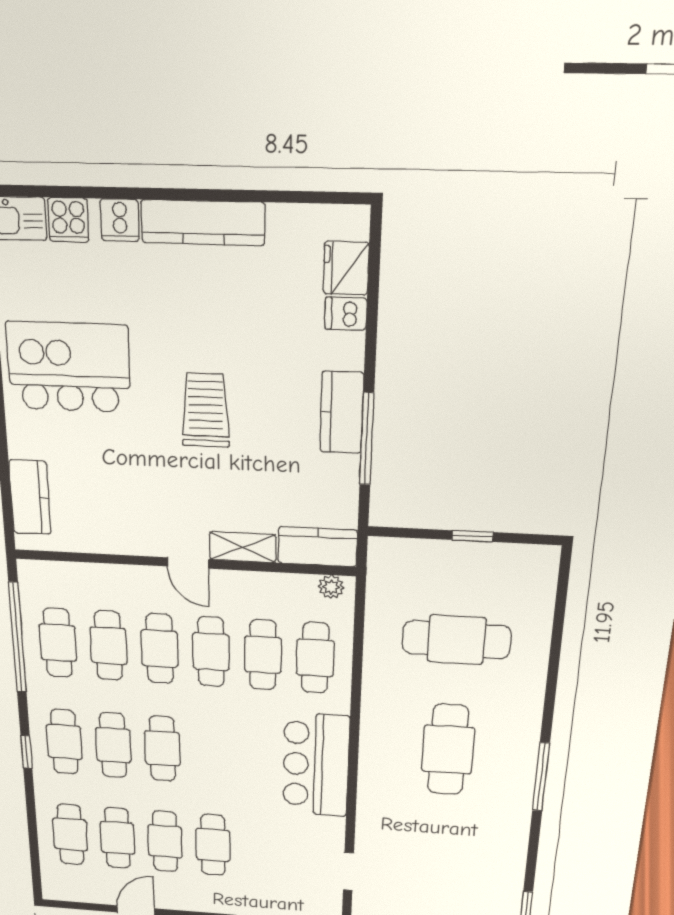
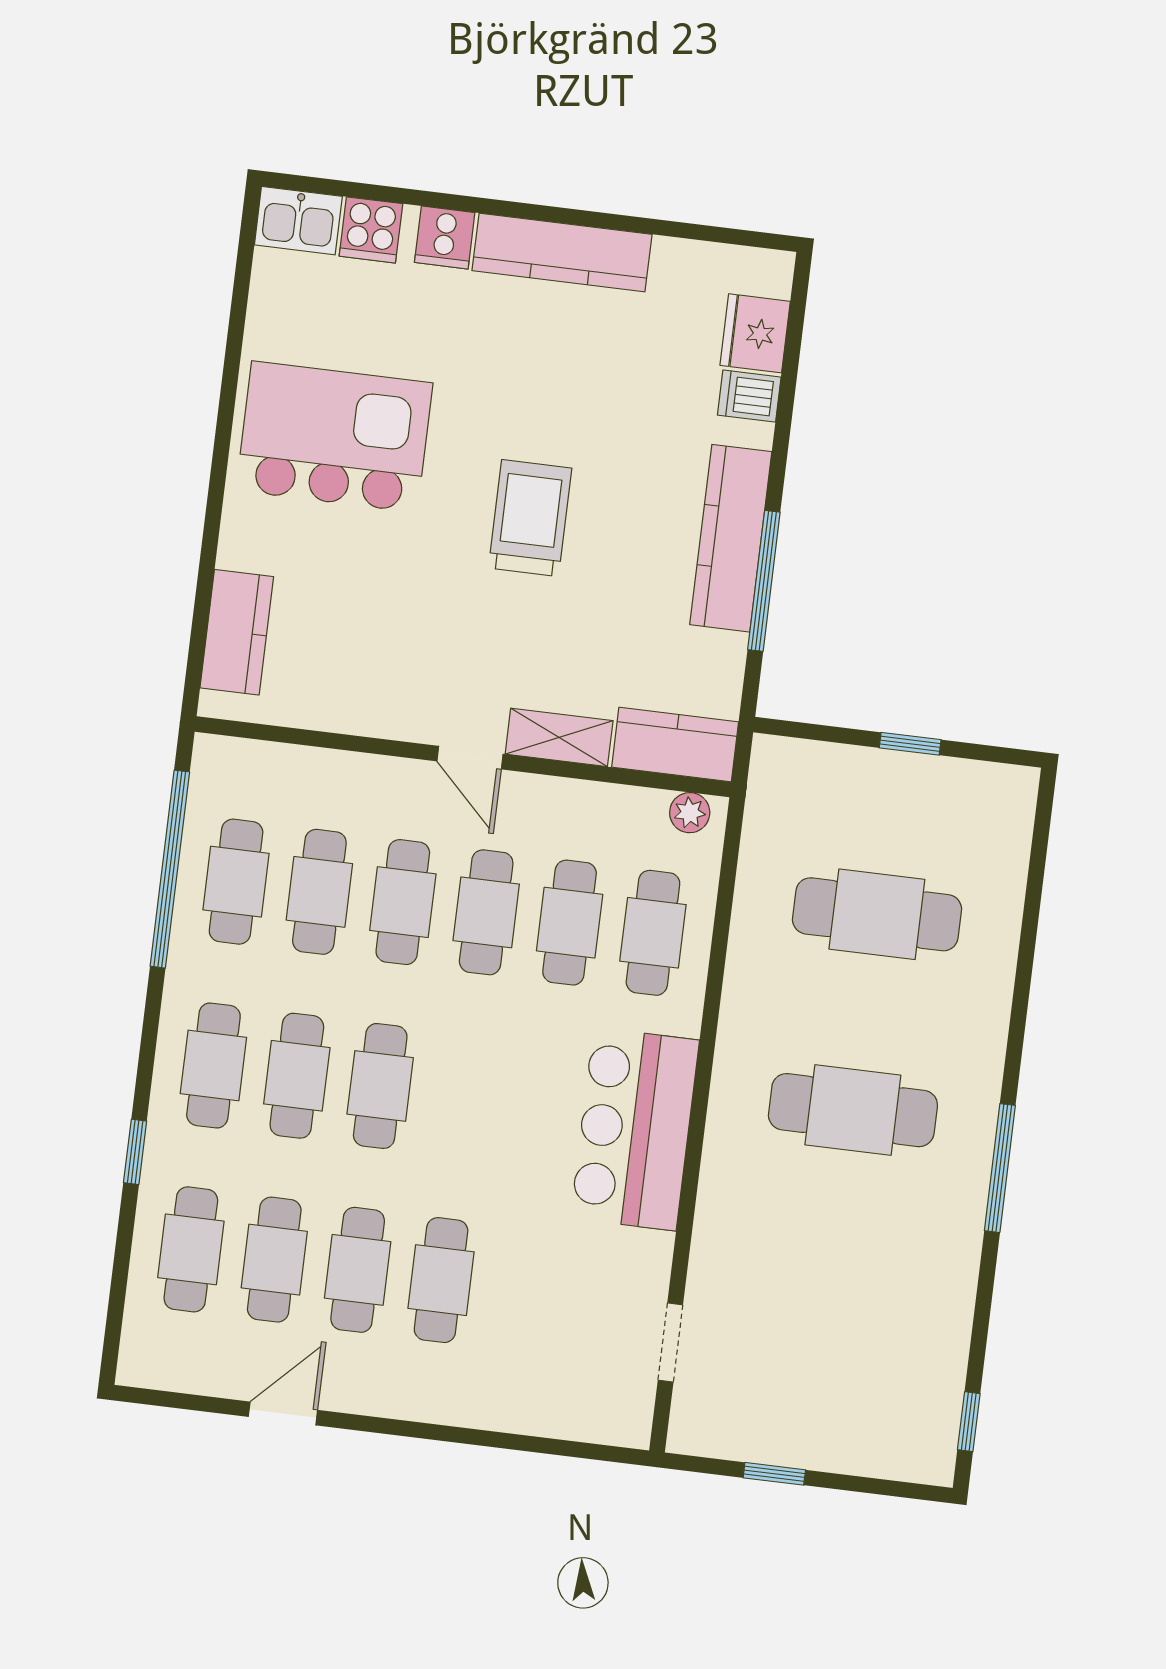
kitchen counter: (342, 413) -> (731, 538), width x1.50
cafe table: (448, 750) -> (853, 1110), turned 90
window: (26, 752) -> (135, 1152), moved

